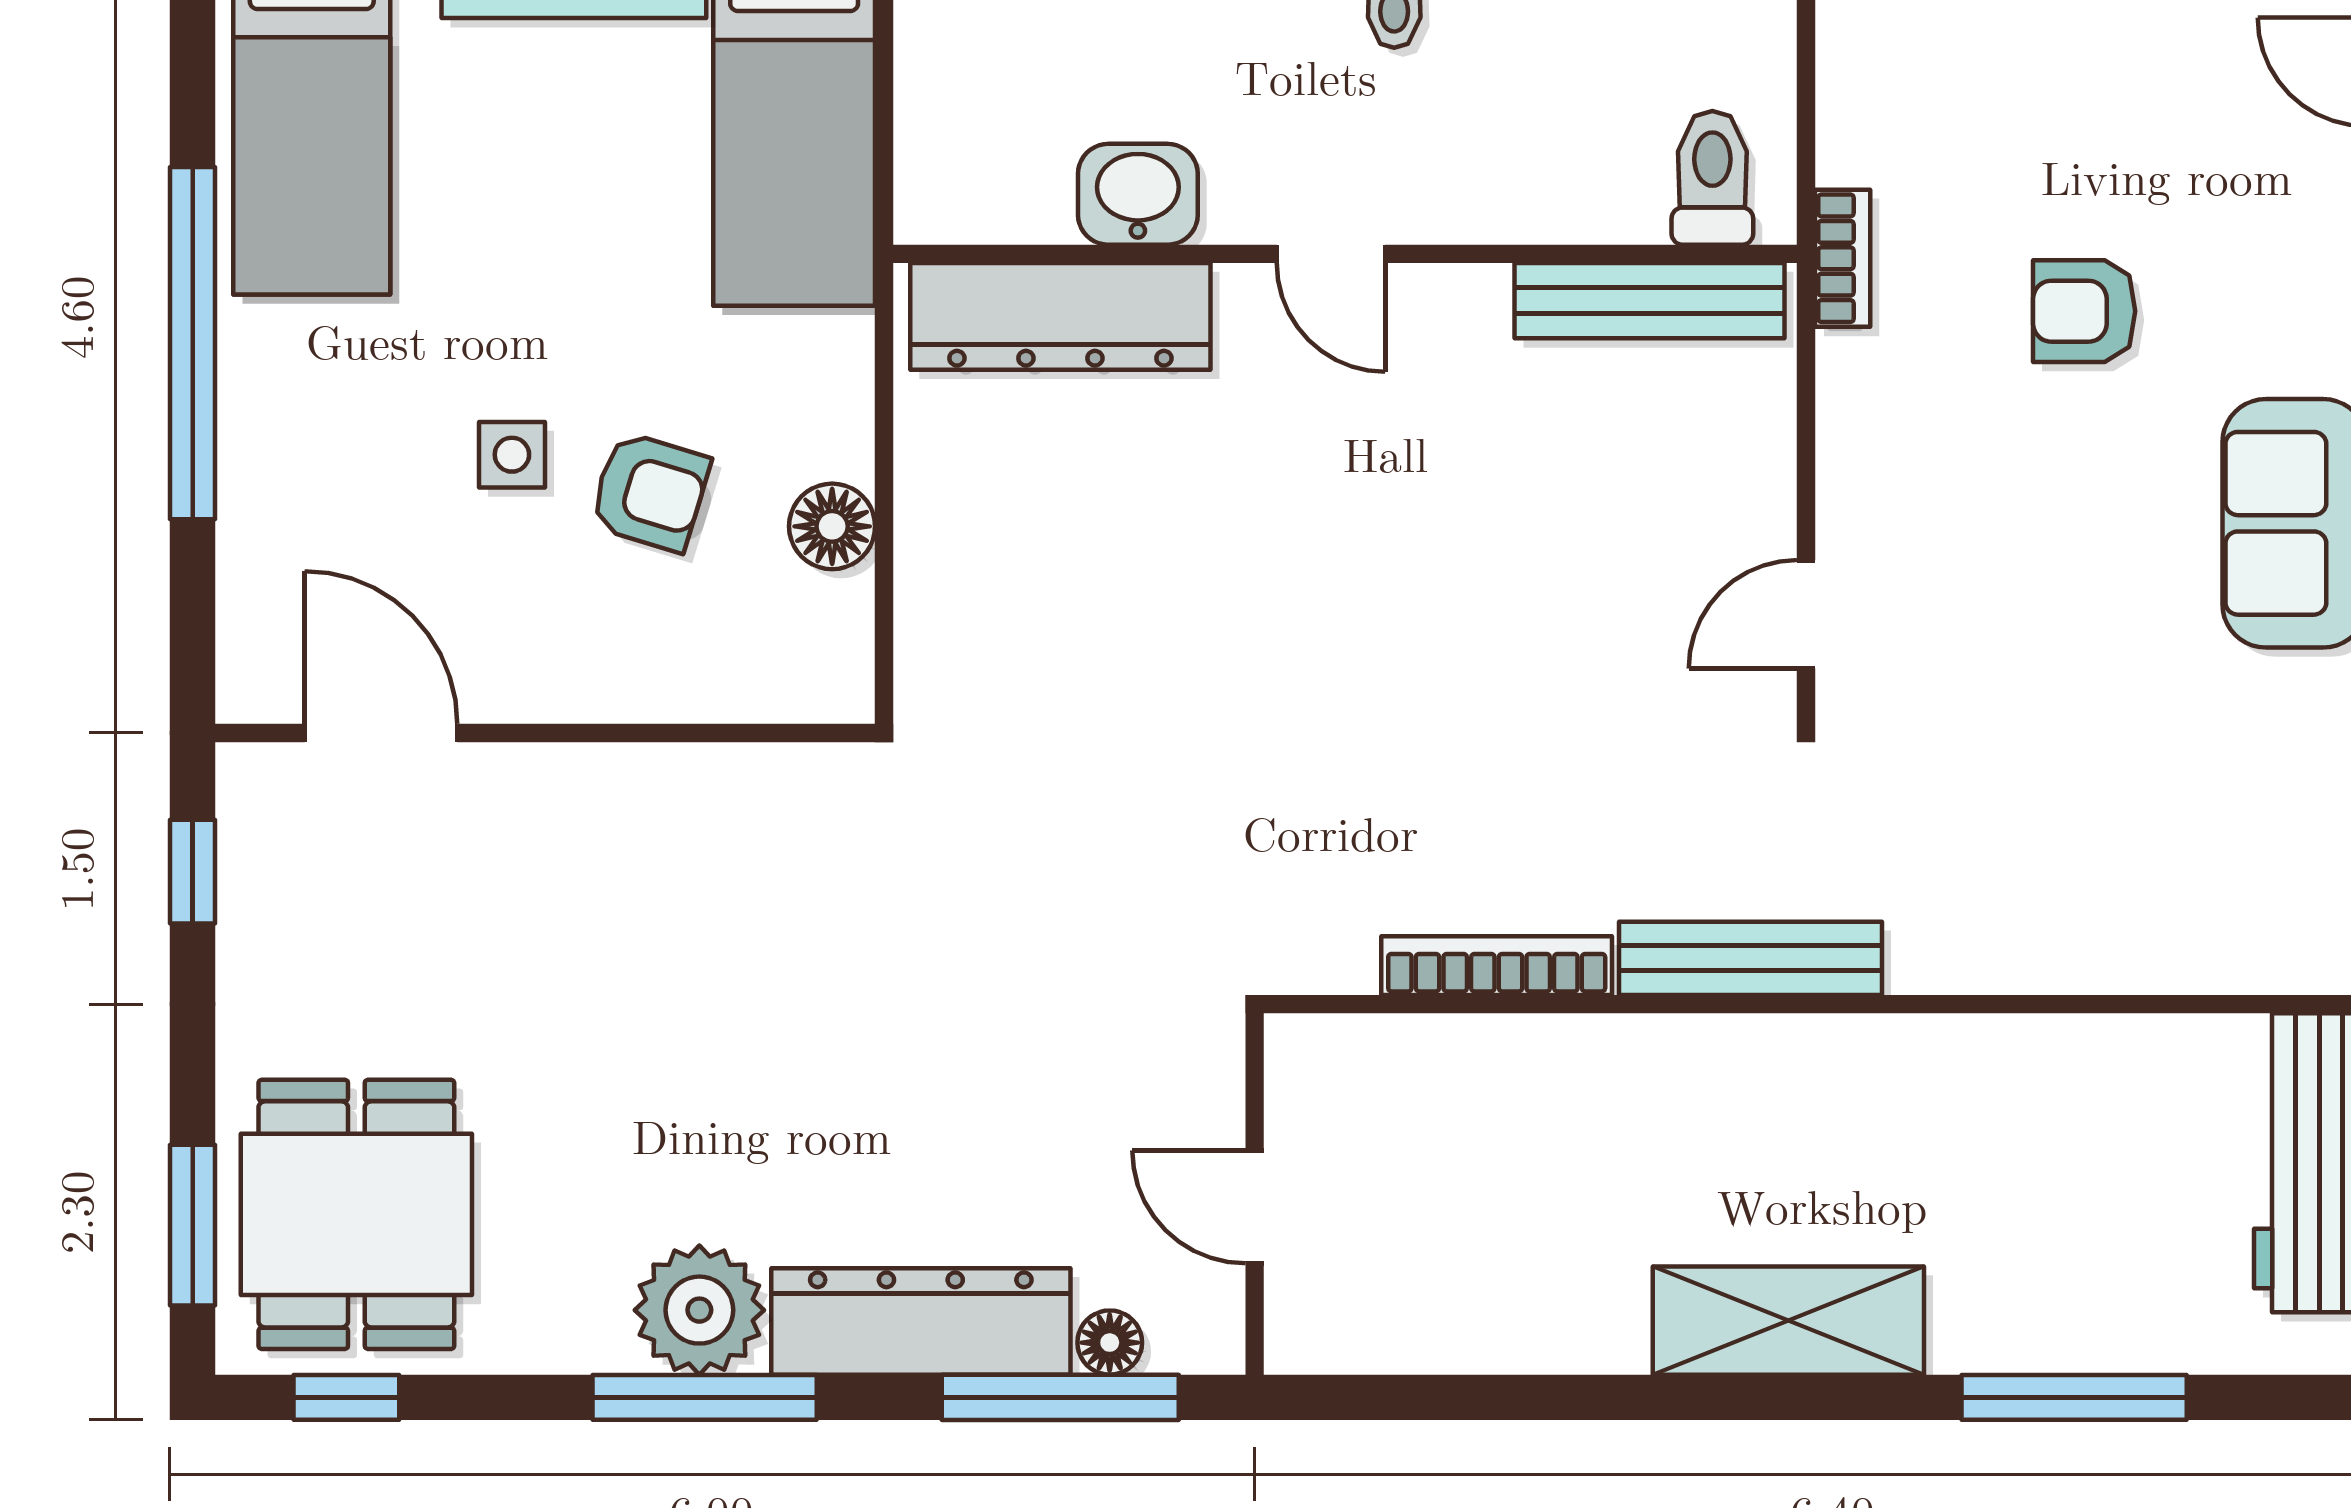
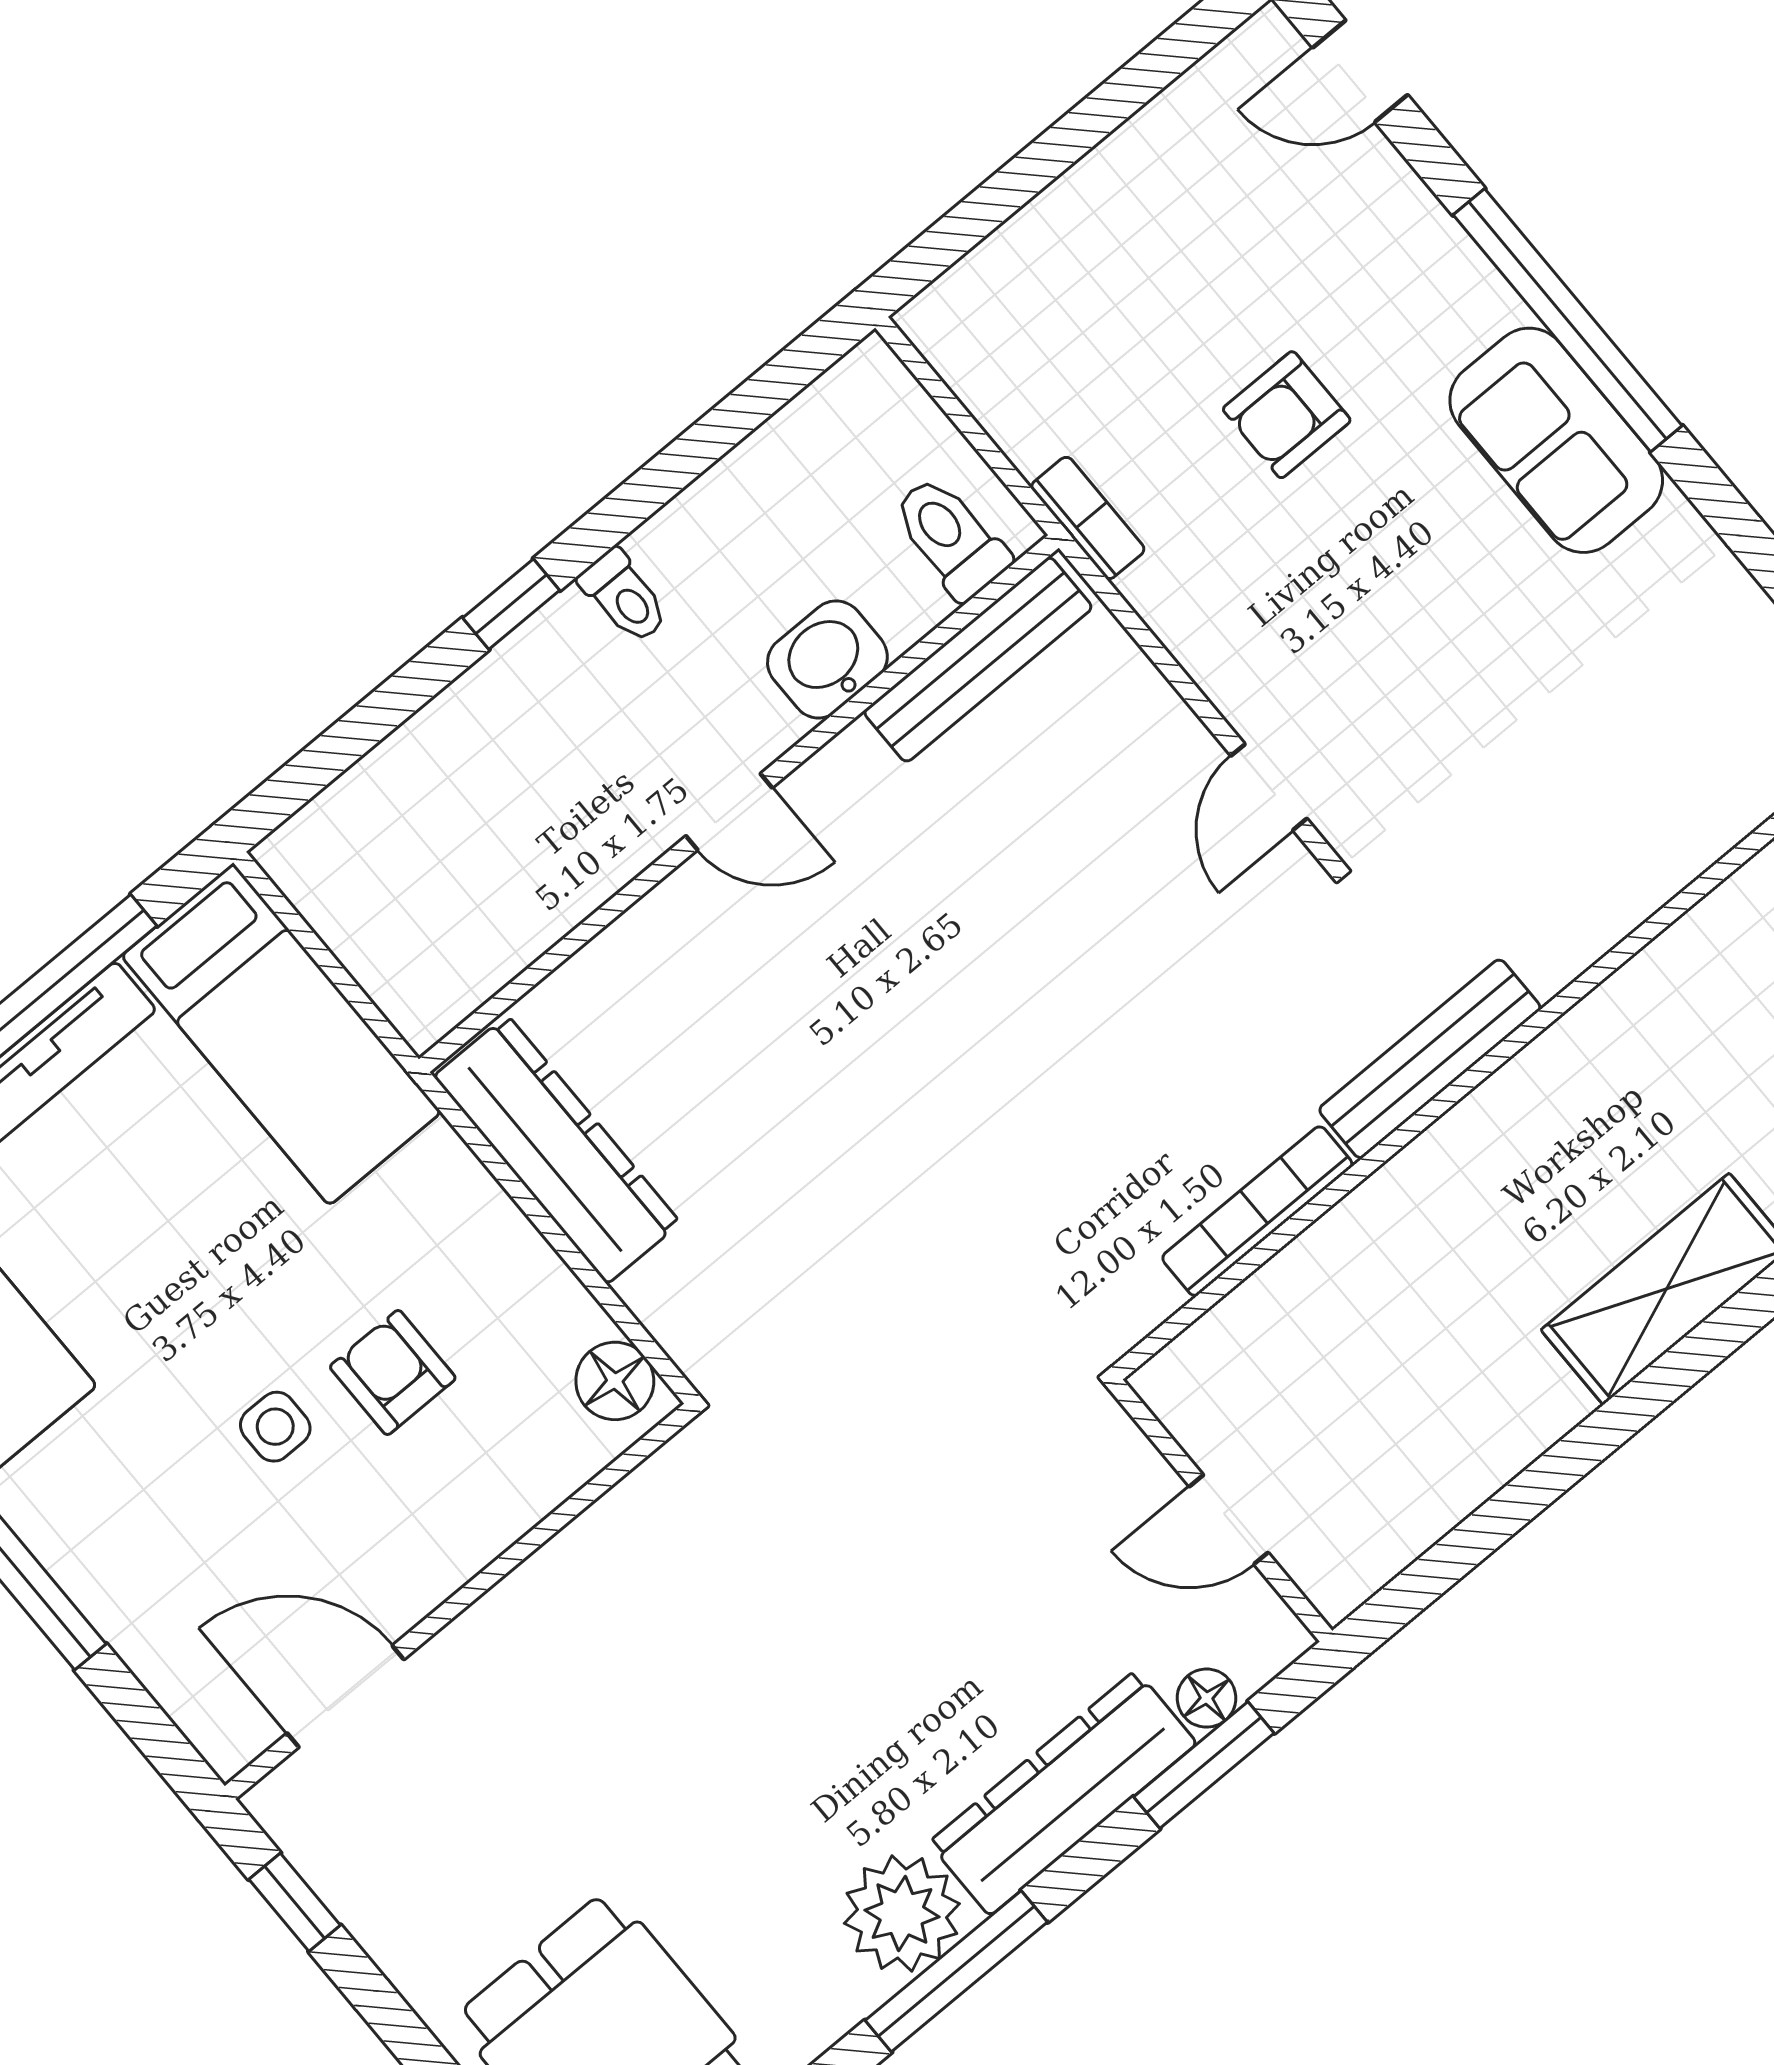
washbasin: (1138, 194) -> (827, 659), moved
dresser: (1060, 316) -> (557, 1150), moved, turned -90
armchair: (650, 492) -> (393, 1372), turned -107
floor lamp: (832, 526) -> (615, 1381), moved
window: (1060, 1397) -> (1204, 1765), width x0.69

